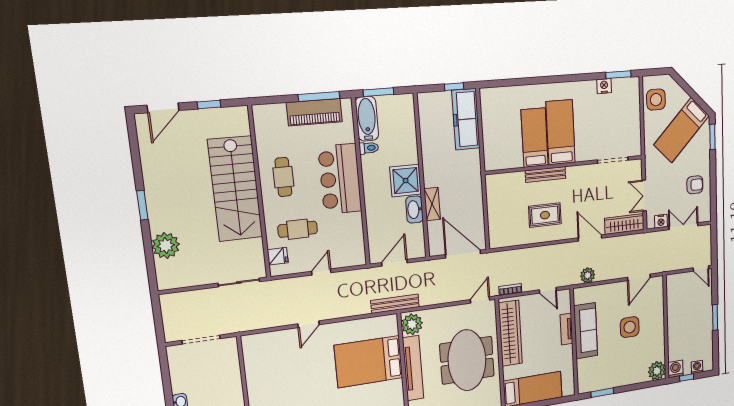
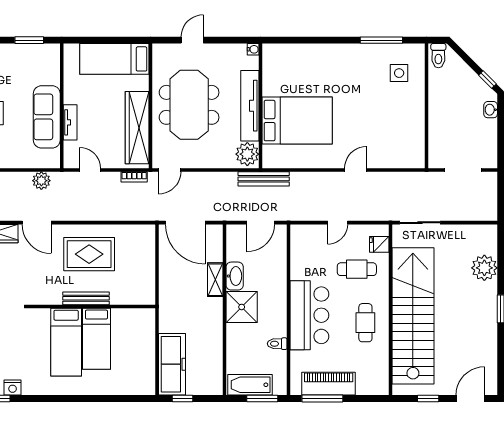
bathtub: (367, 119) -> (250, 385), moved, turned 90
stairs: (235, 189) -> (413, 316), width x1.36
rug: (545, 215) -> (89, 254), width x1.36, depth x1.43

